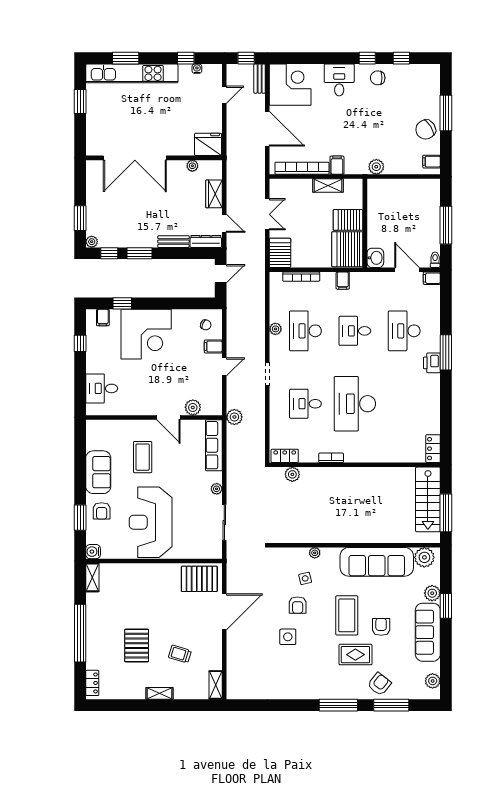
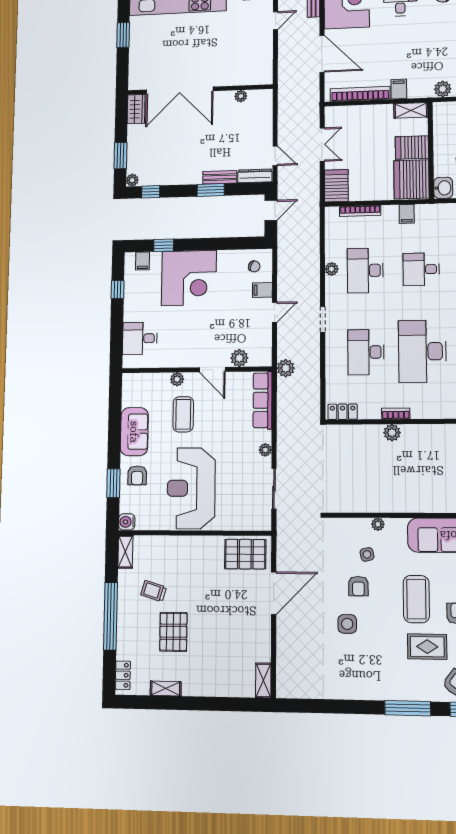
fridge: (208, 144) -> (258, 73), removed
shelving: (328, 185) -> (411, 110), moved
wardrobe: (214, 194) -> (136, 109), moved, turned 180
window: (139, 253) -> (211, 190), moved
desk: (305, 404) -> (366, 352), width x1.37
plant: (137, 426) -> (177, 379), added
plant: (292, 474) -> (392, 433), moved
trolley: (180, 654) -> (154, 591), moved
shelving: (159, 693) -> (166, 689), moved

